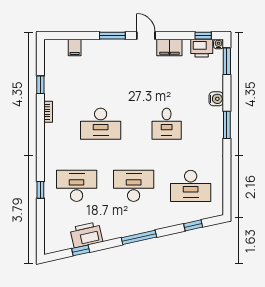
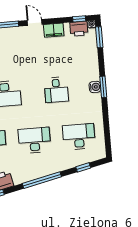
water cooler: (216, 99) -> (95, 87), moved
desk: (191, 186) -> (79, 137), turned 180
window: (139, 237) -> (42, 180), width x1.46

